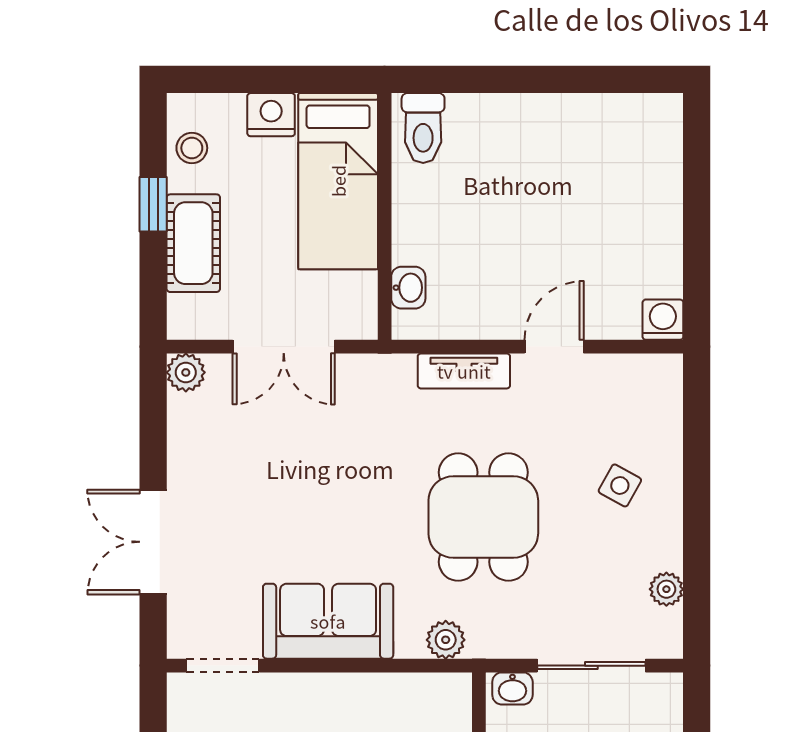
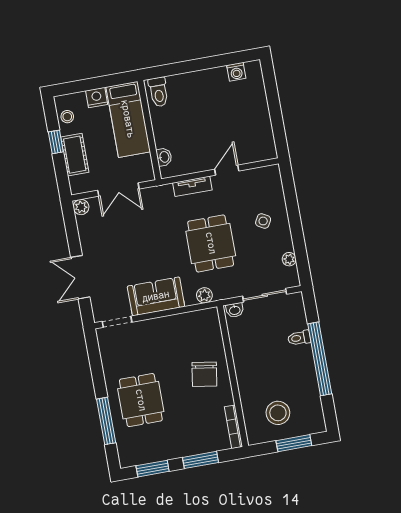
washing machine: (663, 320) -> (236, 72), moved, turned 180

